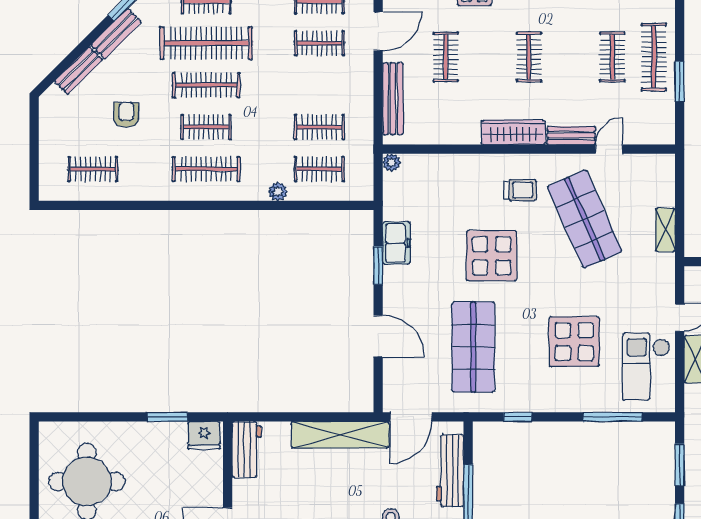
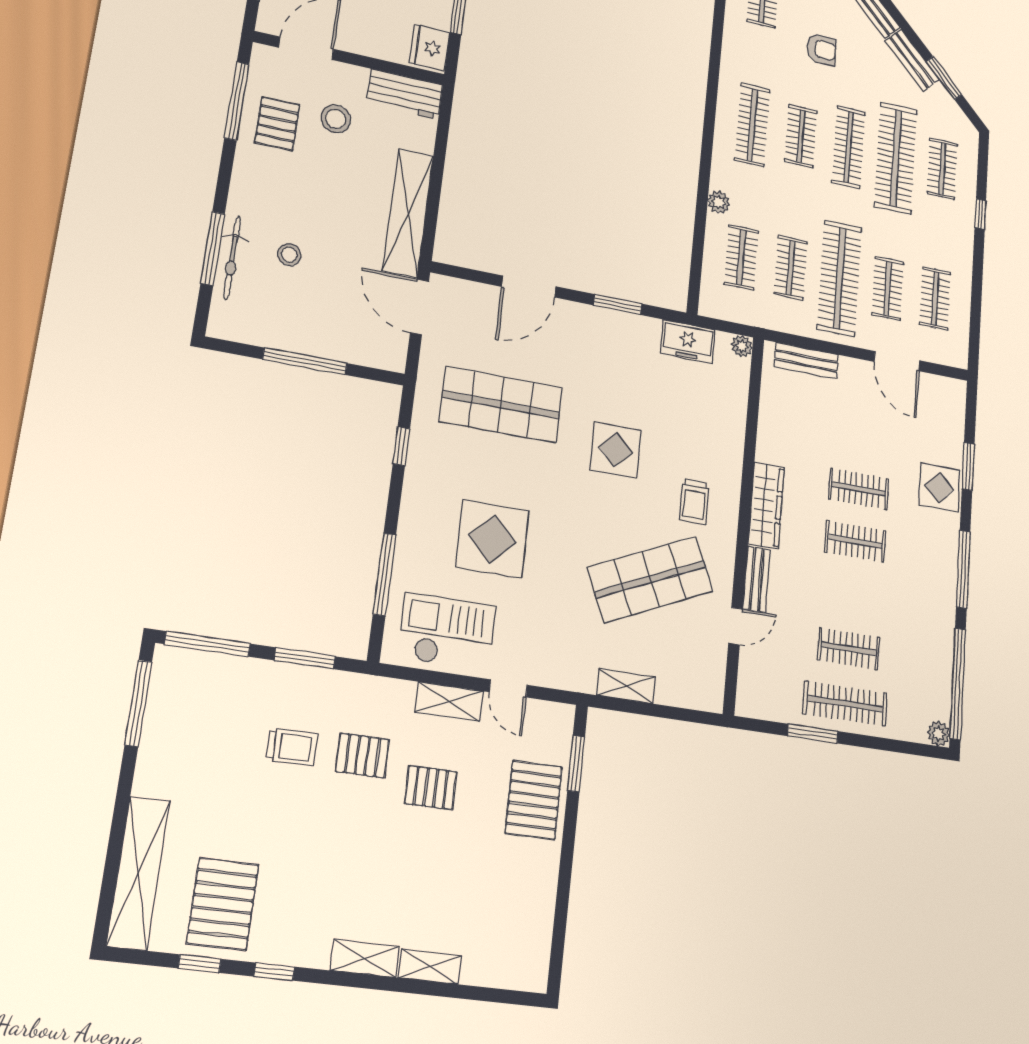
clothes rail: (446, 57) -> (859, 489), moved
clothes rail: (319, 85) -> (840, 278), added
bench: (393, 99) -> (806, 361), width x0.73
door: (609, 149) -> (736, 626), hinge flipped
freezer: (396, 243) -> (688, 342), moved
display table: (492, 256) -> (615, 450), width x0.73, depth x0.73
workbench: (450, 471) -> (341, 344), removed
stool: (278, 498) -> (336, 119), added

